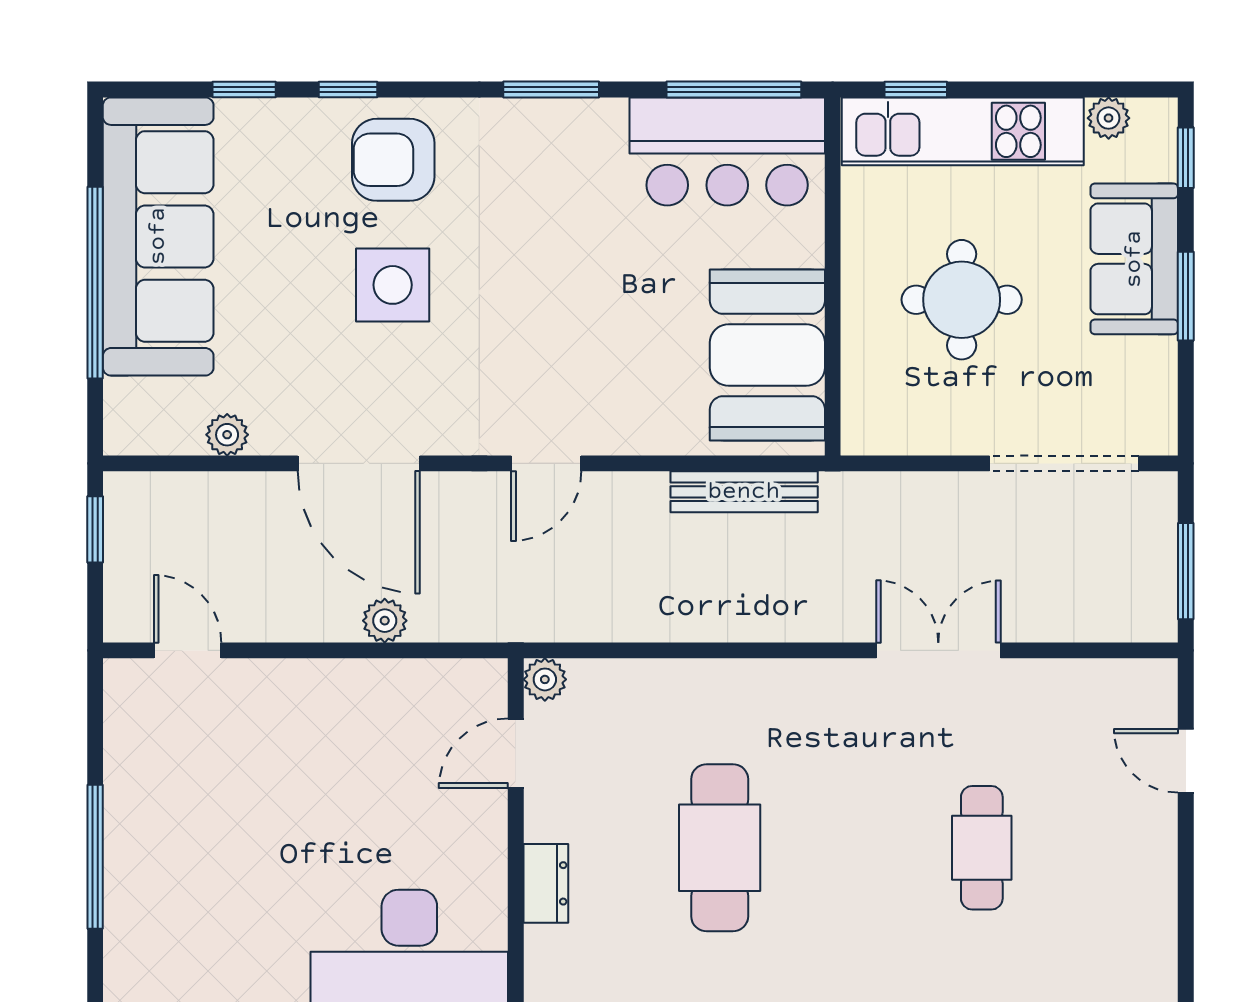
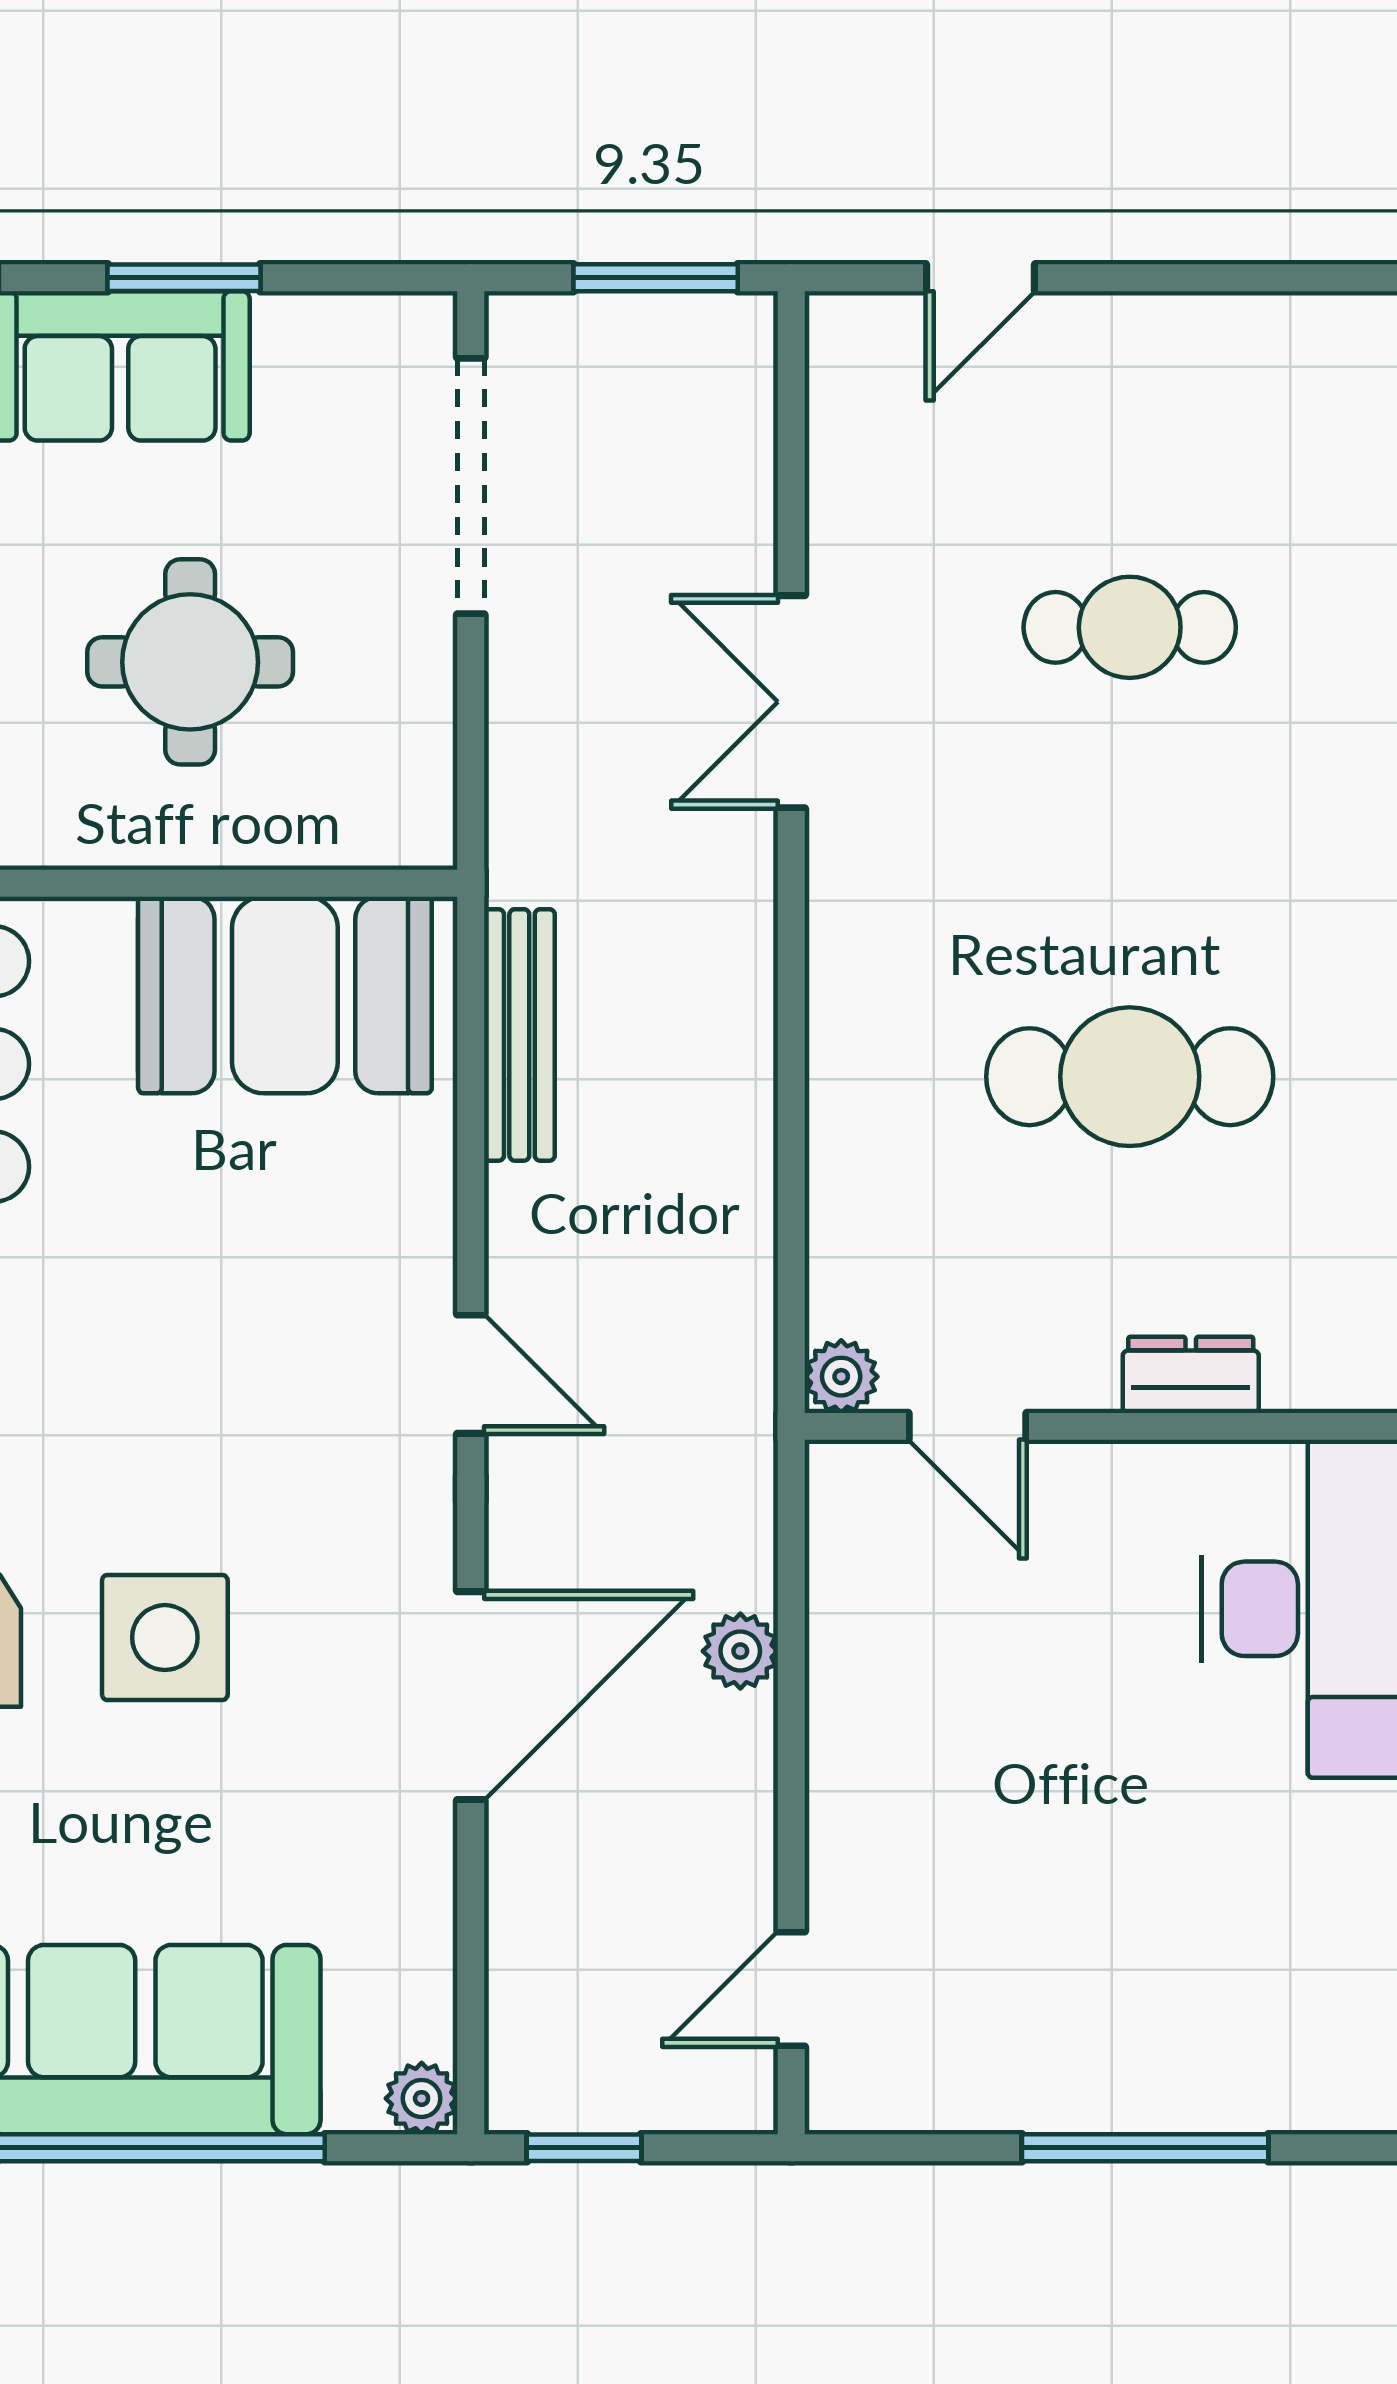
plant: (227, 435) -> (422, 2098), moved

